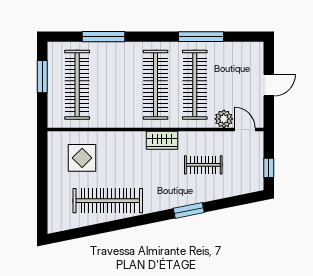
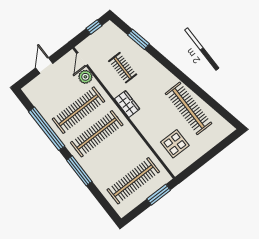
window: (103, 37) -> (79, 171), moved
window: (201, 37) -> (47, 129), width x1.46
window: (42, 77) -> (159, 195), moved
door: (269, 85) -> (44, 66), hinge flipped
window: (189, 210) -> (138, 39), moved

